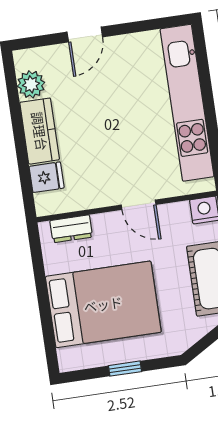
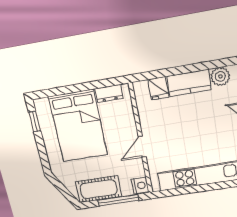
dresser: (71, 229) -> (109, 94), moved, turned -90
window: (125, 369) -> (35, 121), moved

